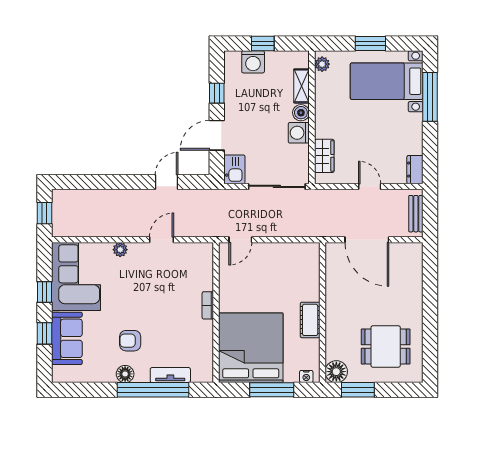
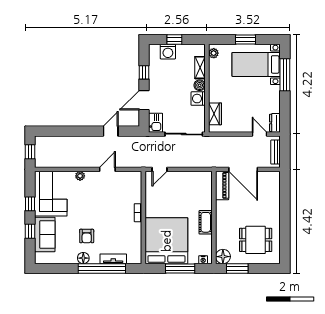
door: (370, 186) -> (260, 134), moved
piano: (335, 264) -> (222, 185), added
armchair: (130, 341) -> (87, 236), turned -90

